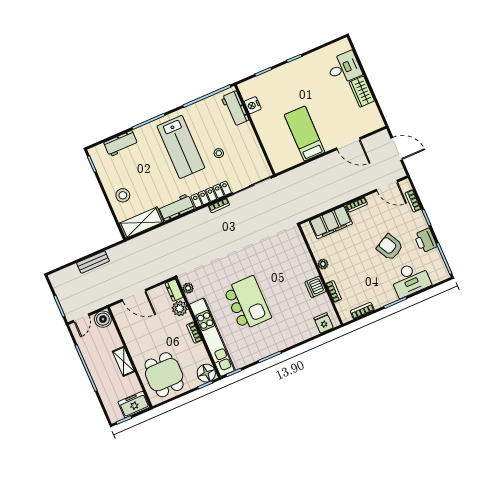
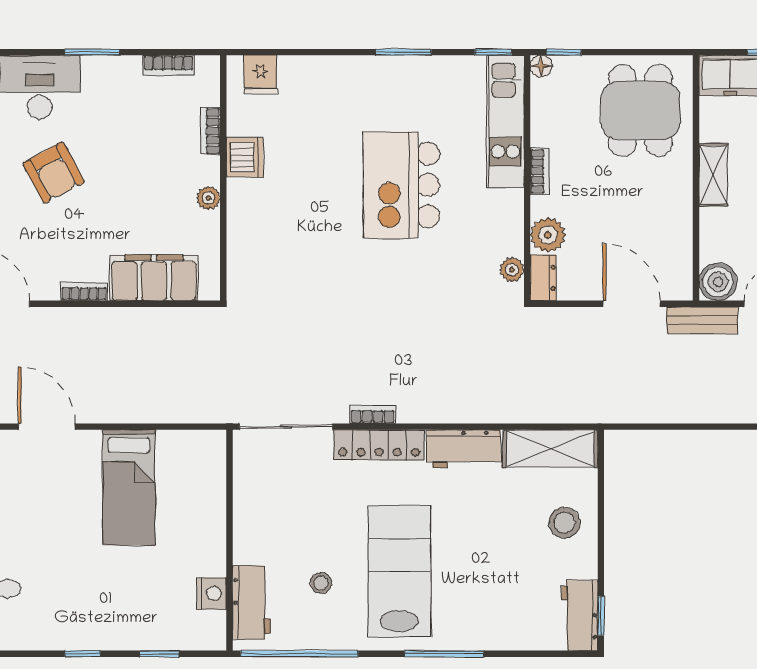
workbench: (121, 144) -> (580, 615), moved, turned -90
stool: (219, 153) -> (321, 583), moved
bench: (93, 262) -> (702, 320), moved
kitchen unit: (212, 337) -> (506, 121), width x0.73
floor lamp: (206, 373) -> (541, 66), width x0.53, depth x0.53

